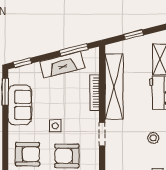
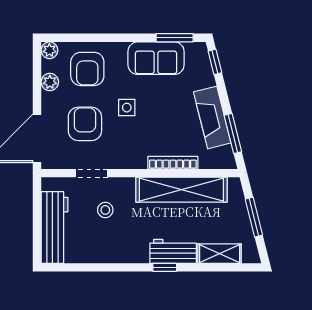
window: (134, 35) -> (254, 217), width x1.50
doorway: (102, 134) -> (92, 173), moved
stool: (153, 138) -> (105, 210), moved

